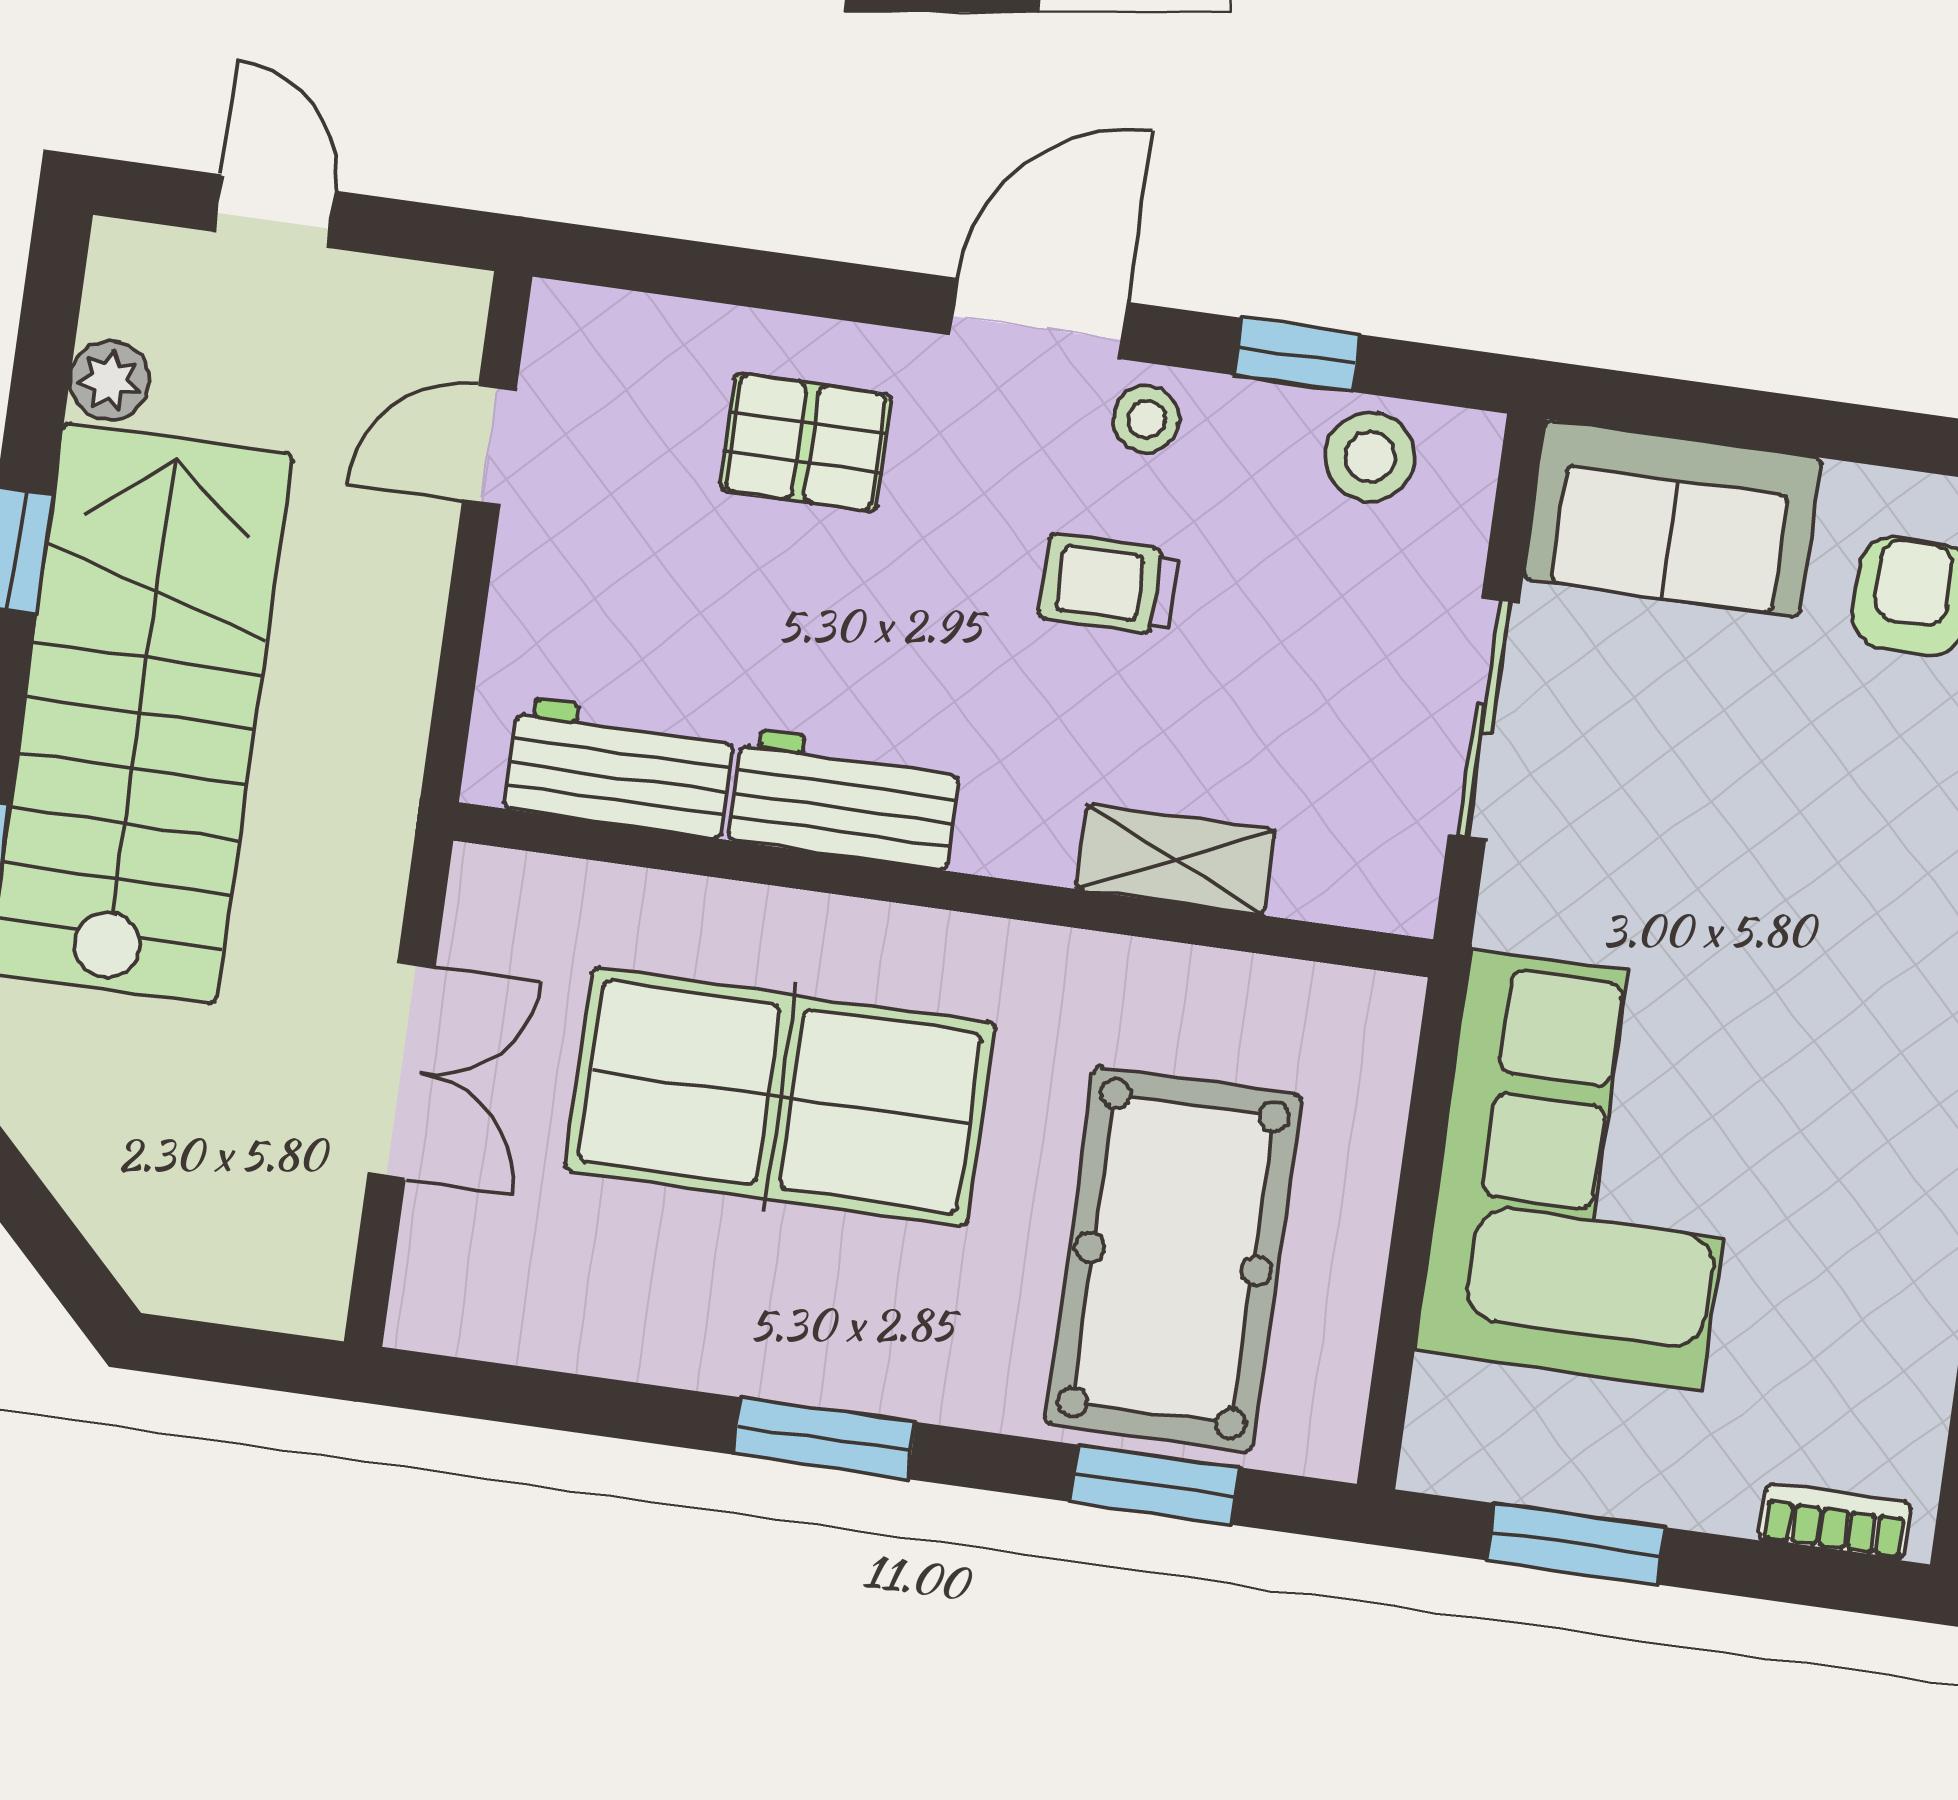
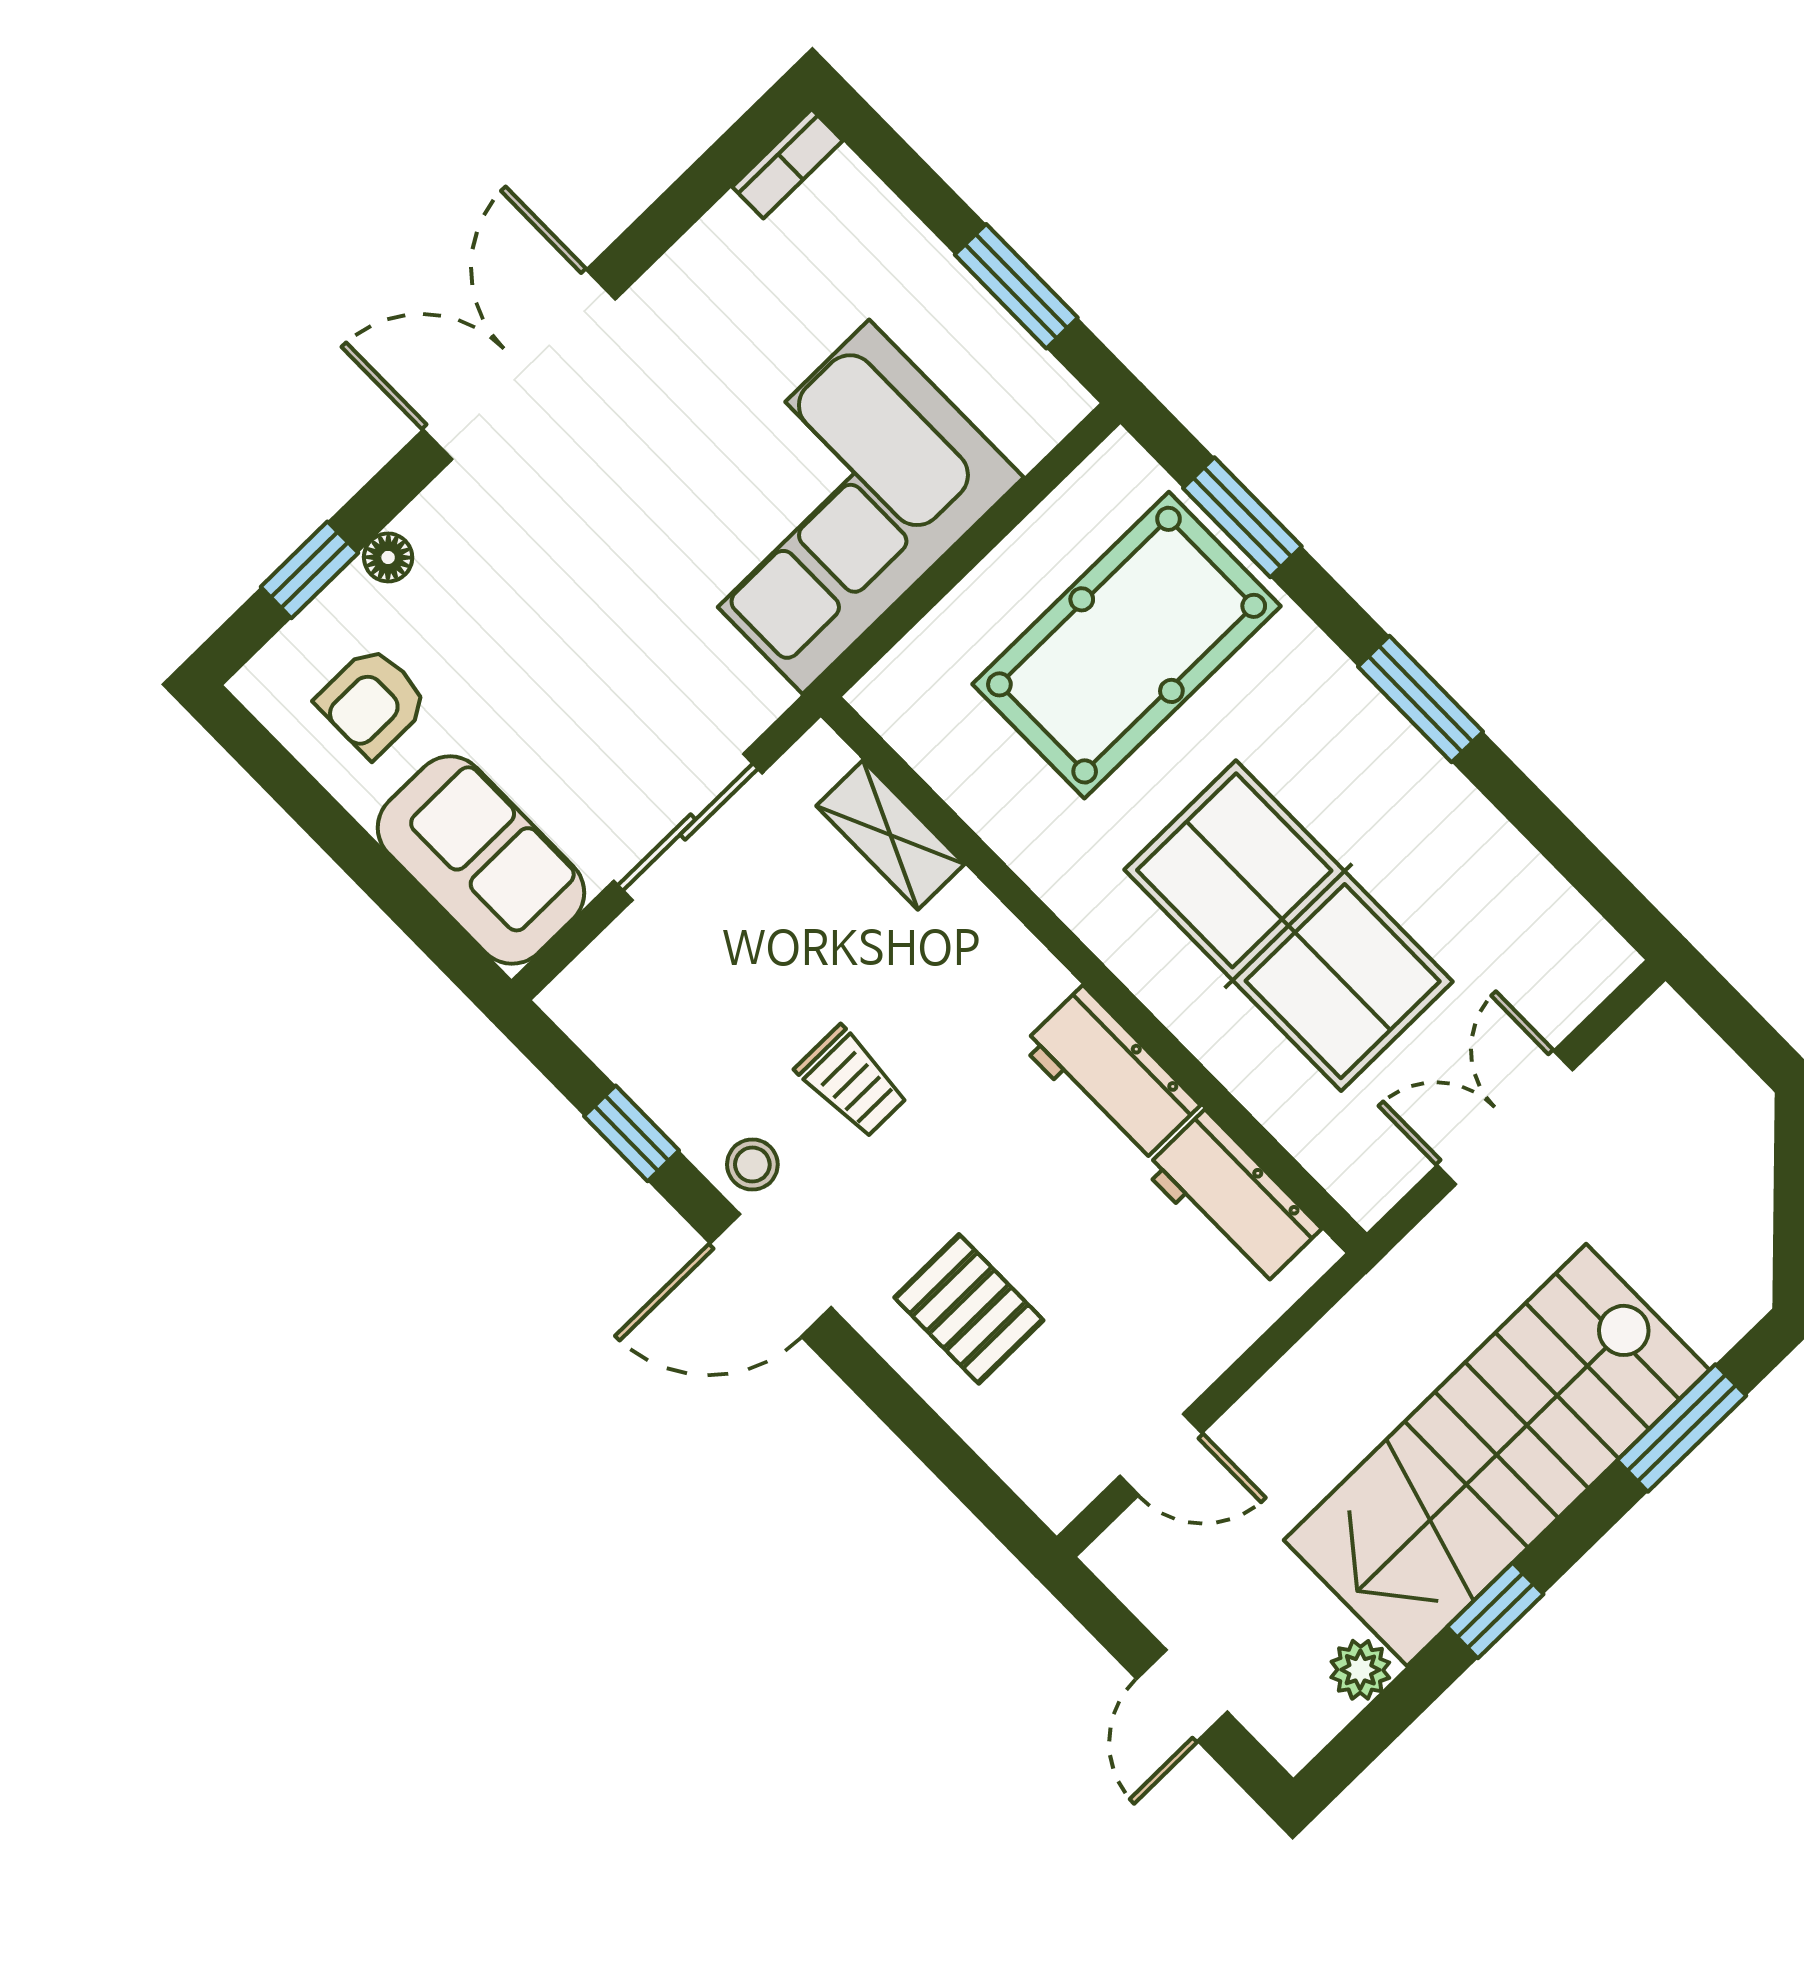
stool: (1370, 457) -> (635, 1038), removed
shelving: (1175, 860) -> (890, 835), moved
bookcase: (1835, 1522) -> (788, 164), moved, turned -90

